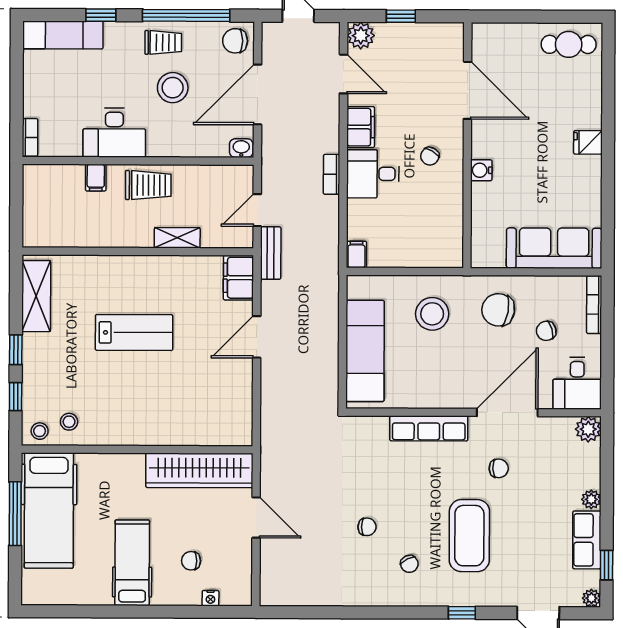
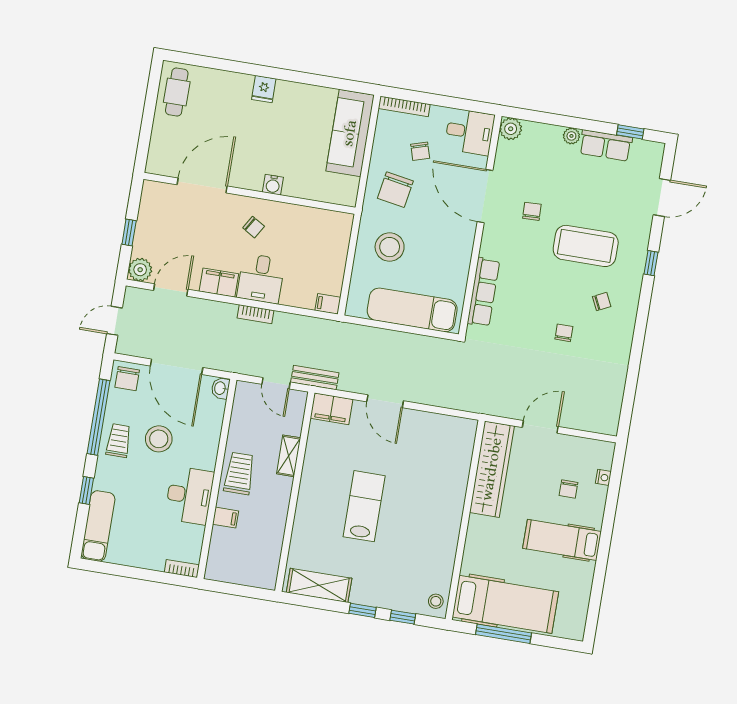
stool: (69, 422) -> (432, 575), removed
row of seats: (429, 428) -> (483, 292), moved
plant: (591, 598) -> (657, 150), removed

